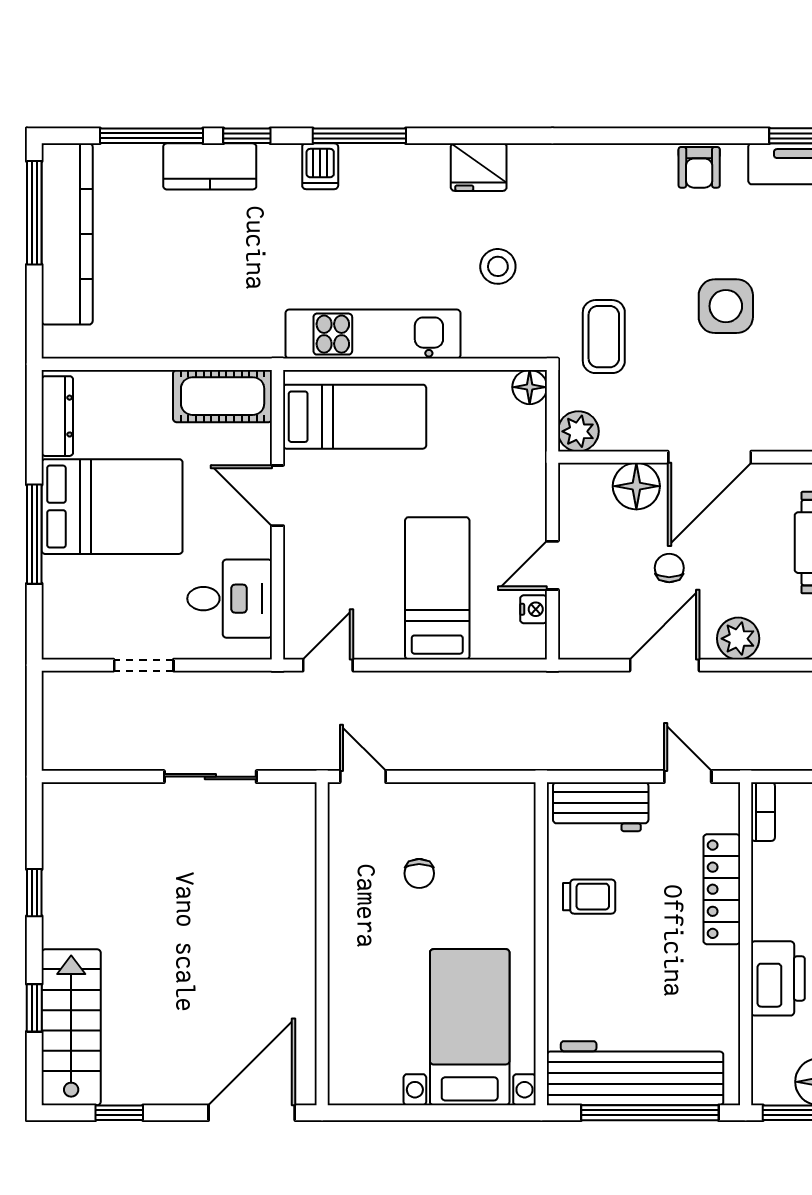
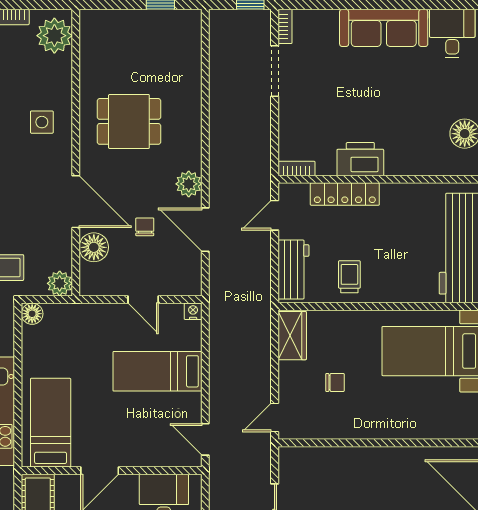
chair: (669, 568) -> (145, 227), turned 90
nightstand: (534, 609) -> (193, 311), moved
wardrobe: (495, 805) -> (292, 336), added
printer: (778, 978) -> (360, 159), moved

